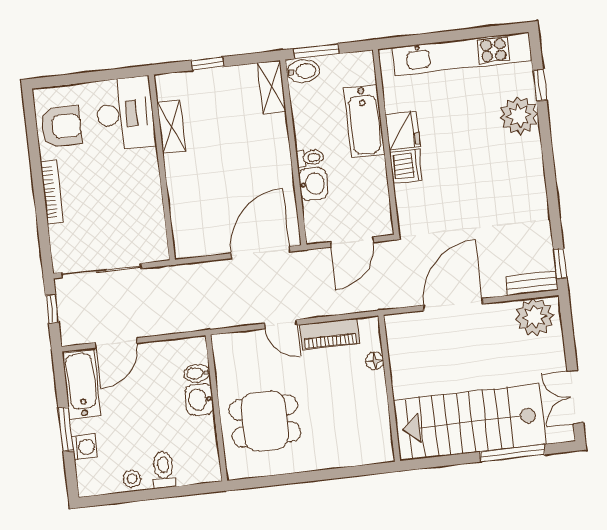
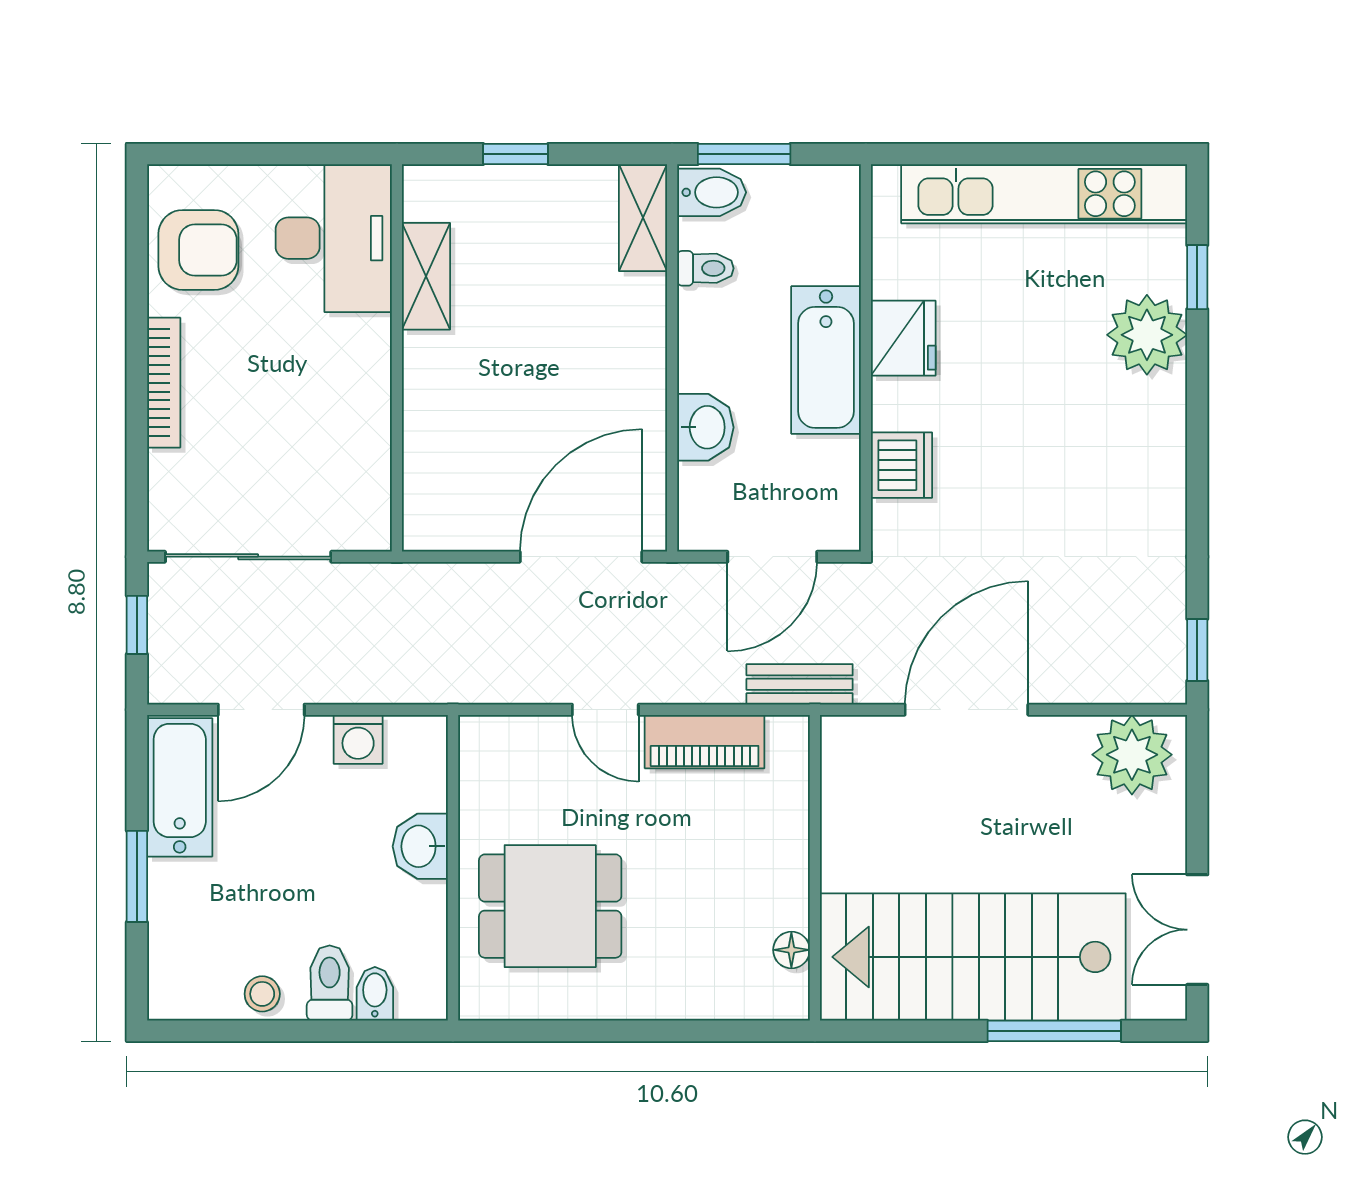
bathtub: (364, 121) -> (826, 360), moved
toilet: (310, 158) -> (705, 268), moved
dishwasher: (406, 166) -> (902, 465), moved
bench: (532, 283) -> (800, 684), moved
floor lamp: (375, 361) -> (791, 950), moved
bidet: (197, 373) -> (375, 994), moved, turned 90
washing machine: (85, 447) -> (358, 739), moved, turned 90

